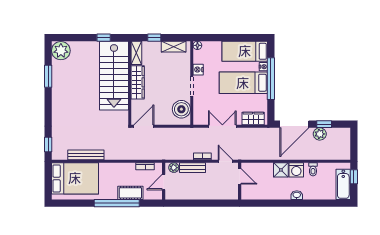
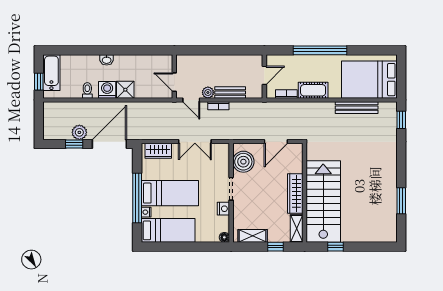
plant: (61, 51) -> (386, 231), removed
door: (144, 126) -> (276, 142), moved
plant: (174, 168) -> (208, 92), moved
cot: (130, 193) -> (313, 90), moved

